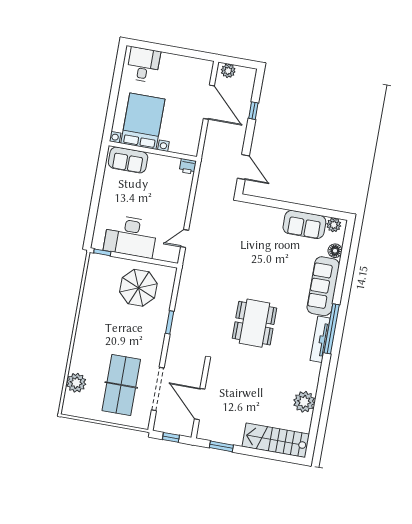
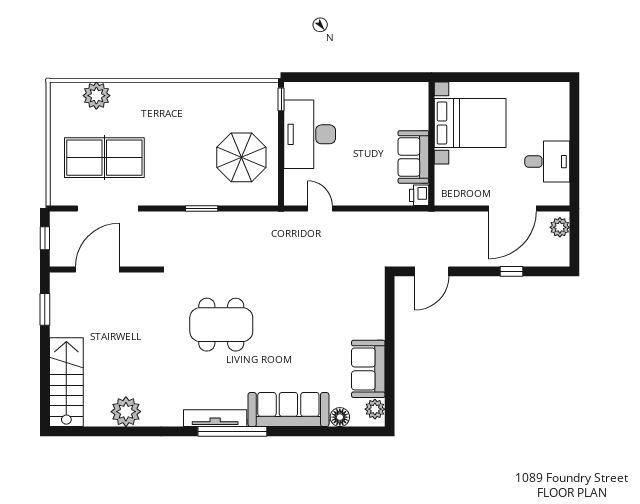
desk: (143, 65) -> (547, 162), moved
sofa: (128, 160) -> (413, 157), moved

